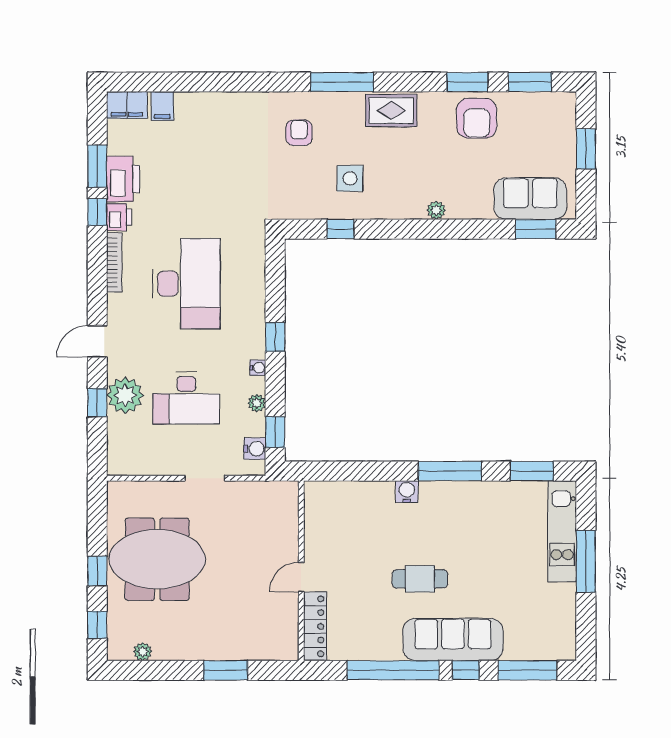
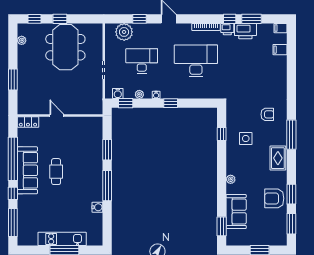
filing cabinet: (127, 105) -> (280, 28), width x0.50
sofa: (530, 199) -> (236, 212), moved
desk: (186, 284) -> (196, 61), turned 180
plant: (125, 395) -> (124, 32), moved
desk: (186, 398) -> (142, 61), turned 90
window: (532, 471) -> (107, 150), moved
water cooler: (407, 492) -> (97, 207), moved
kitchen unit: (562, 531) -> (62, 239), moved
locker: (315, 626) -> (28, 122), width x0.66
sofa: (453, 640) -> (27, 170), moved

